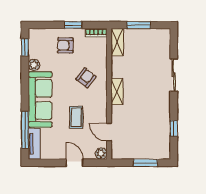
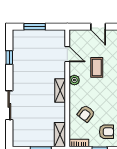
armchair: (86, 78) -> (86, 114), moved
plant: (101, 154) -> (74, 80), moved

